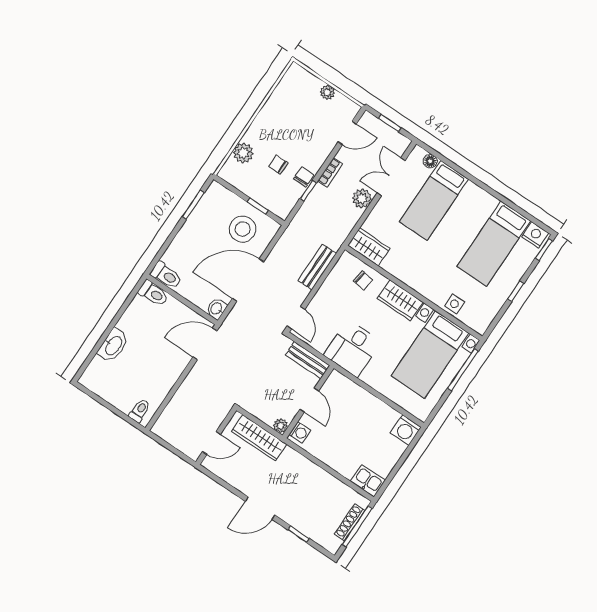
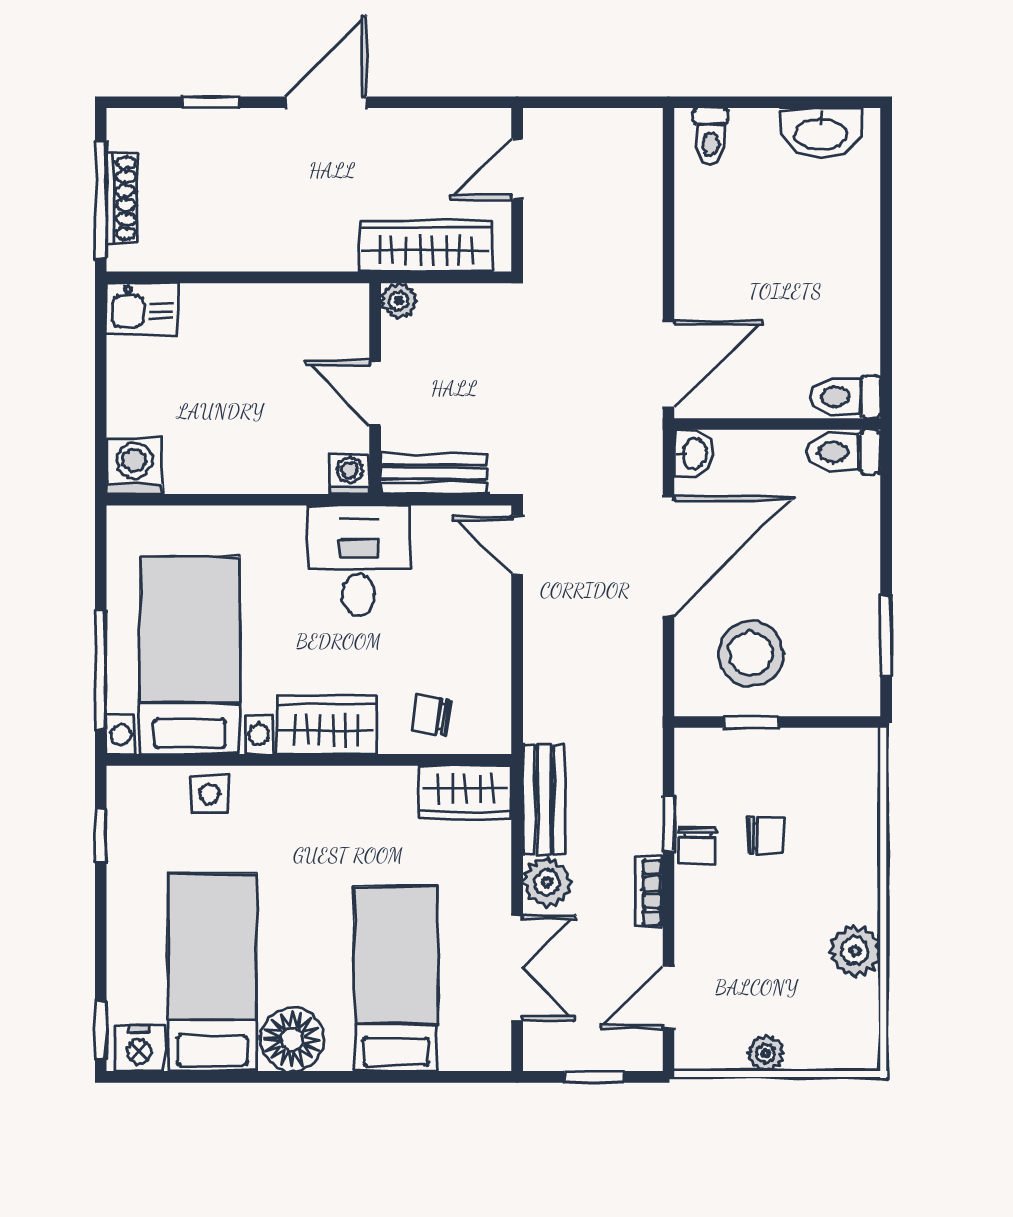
plant: (243, 153) -> (855, 951), moved
floor lamp: (430, 161) -> (292, 1039), moved, width x1.89, depth x1.89
bench: (317, 267) -> (544, 799), moved
window: (516, 291) -> (101, 836), moved
washbasin: (113, 345) -> (820, 133), moved, turned -90
washing machine: (300, 432) -> (350, 474), moved, turned 90

